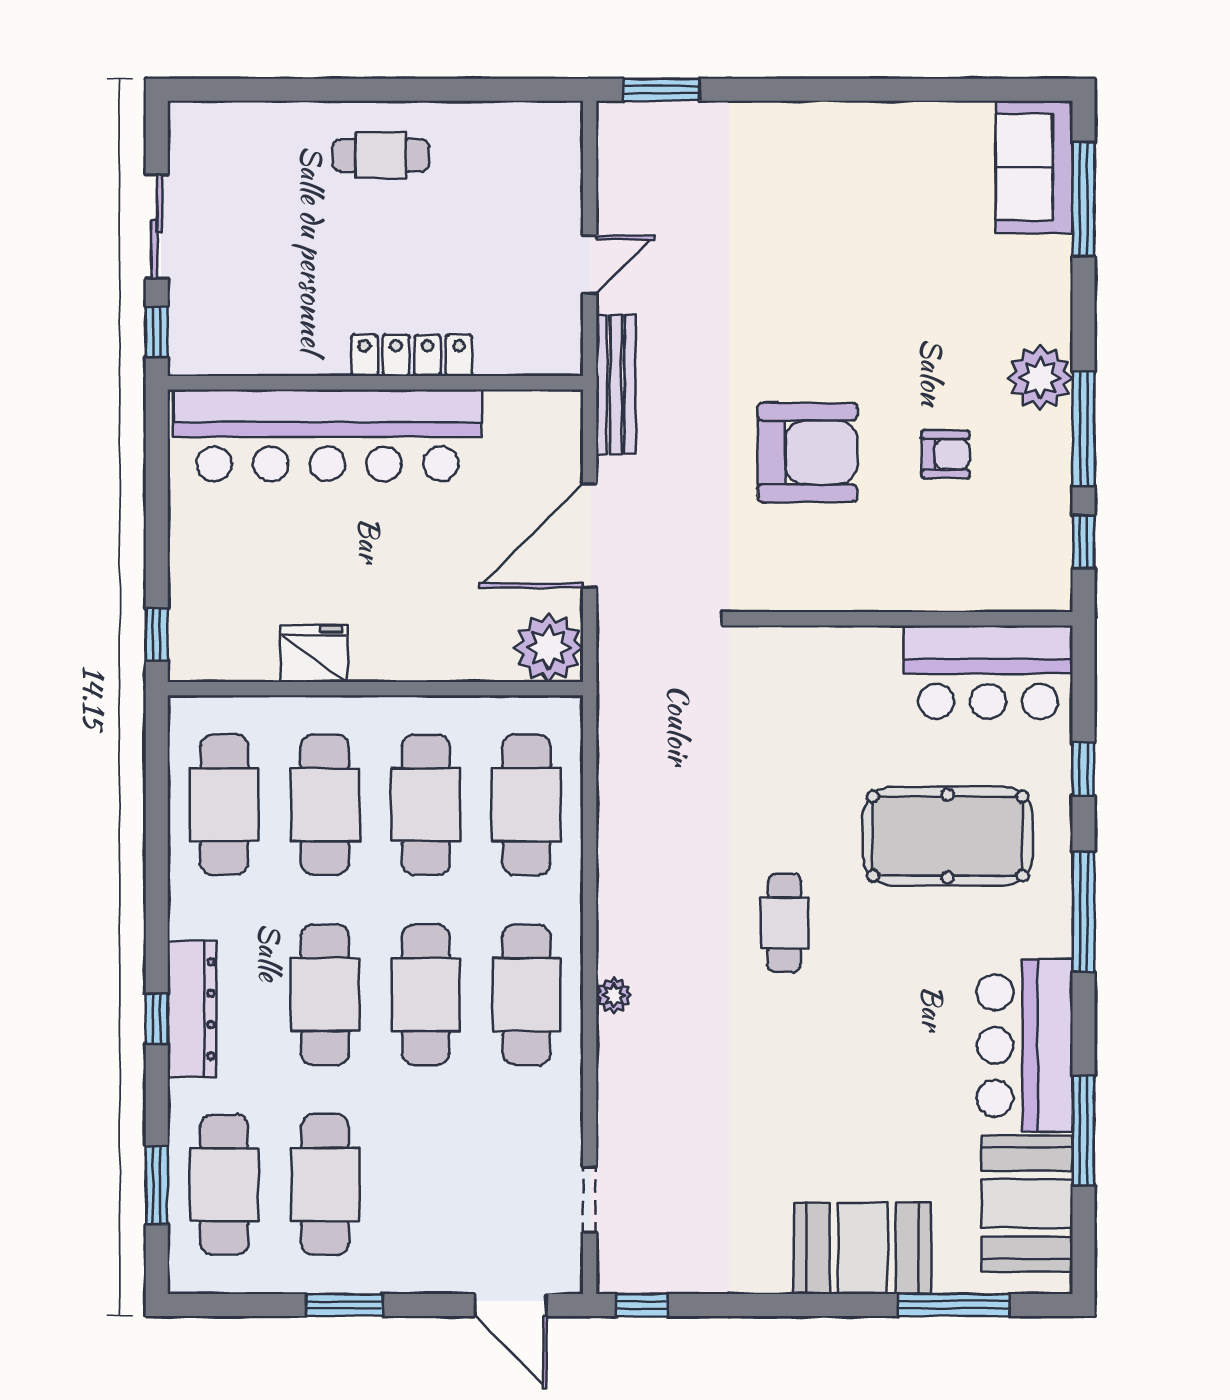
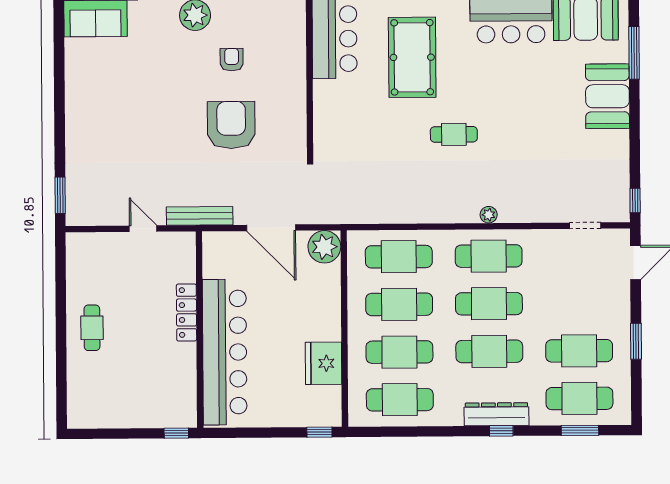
sliding door: (157, 227) -> (126, 433), removed
fridge: (314, 654) -> (323, 363), width x1.36, depth x1.34

